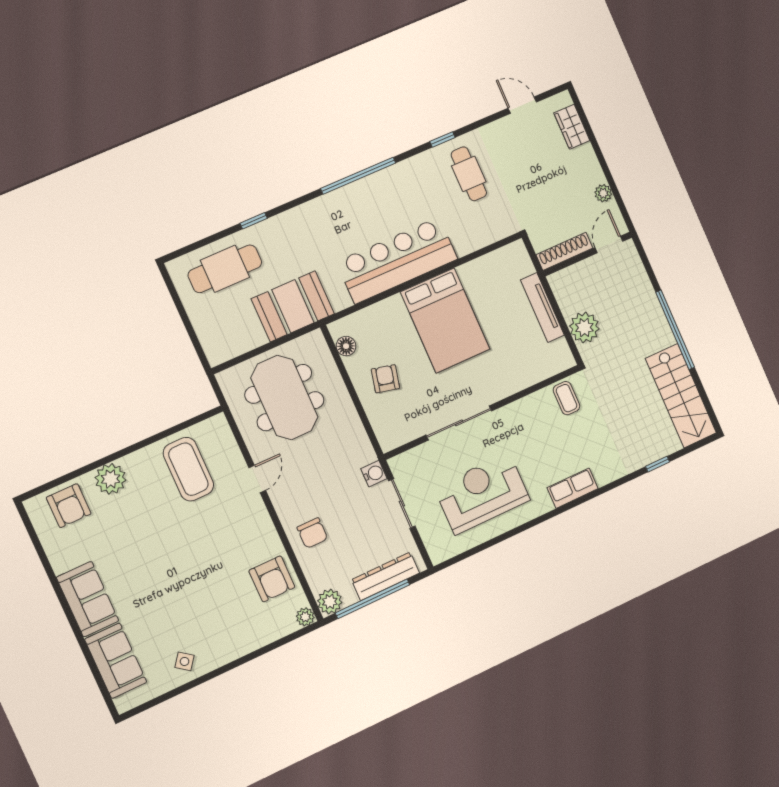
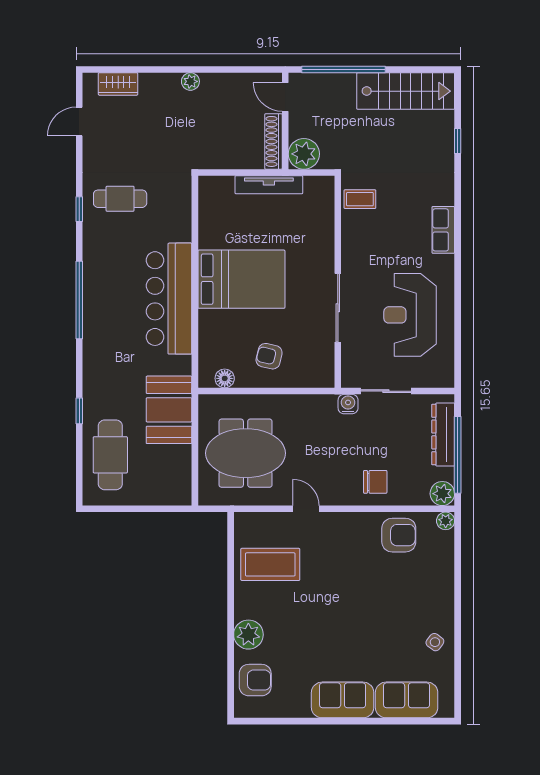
door: (609, 244) -> (285, 97), moved
shoe rack: (564, 251) -> (274, 141), moved
wall: (588, 254) -> (285, 121), moved

